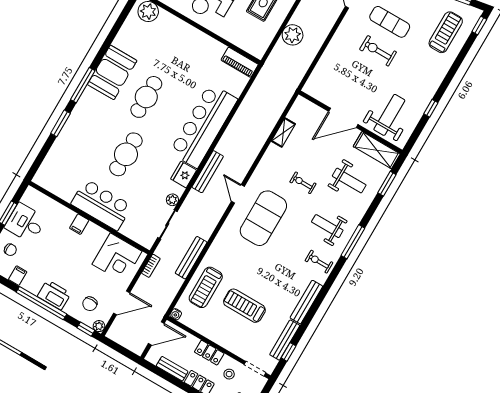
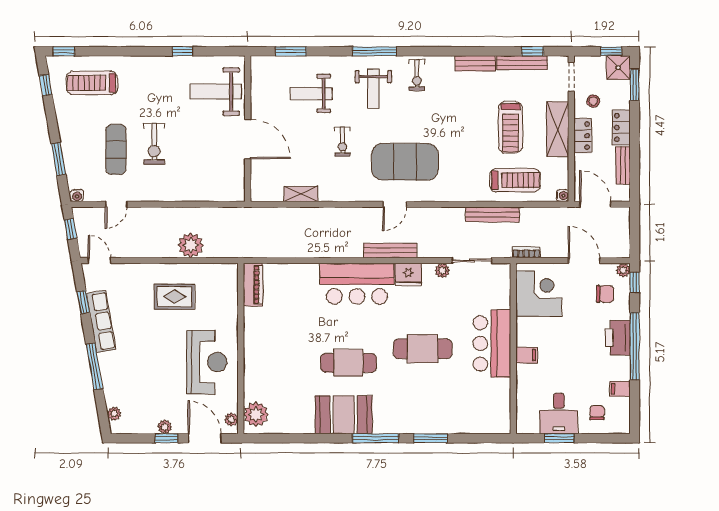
bar counter: (203, 126) -> (357, 284), width x0.73
shelving: (377, 150) -> (558, 129), moved
weight bench: (349, 180) -> (311, 94), turned -90
bench: (306, 302) -> (475, 63), width x0.73

